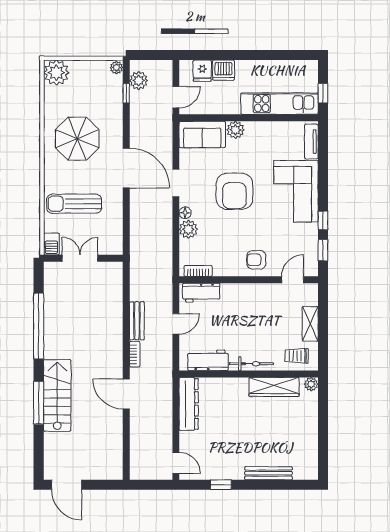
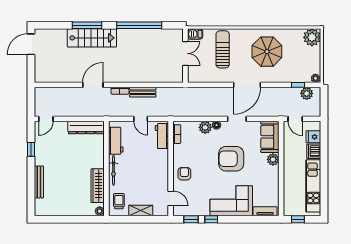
kitchen unit: (279, 104) -> (313, 186), moved, turned 180

